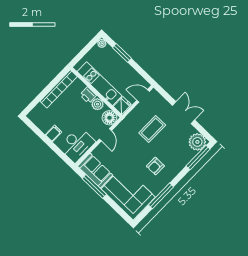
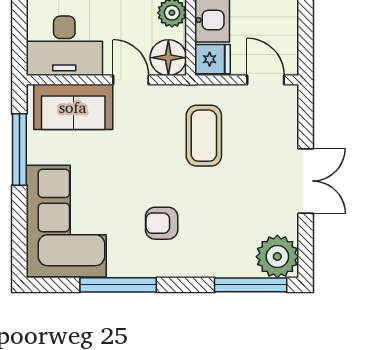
coffee table: (152, 129) -> (204, 136), moved, turned 90
door: (105, 135) -> (131, 80), swing flipped
sofa: (95, 171) -> (73, 107), moved, turned 90

